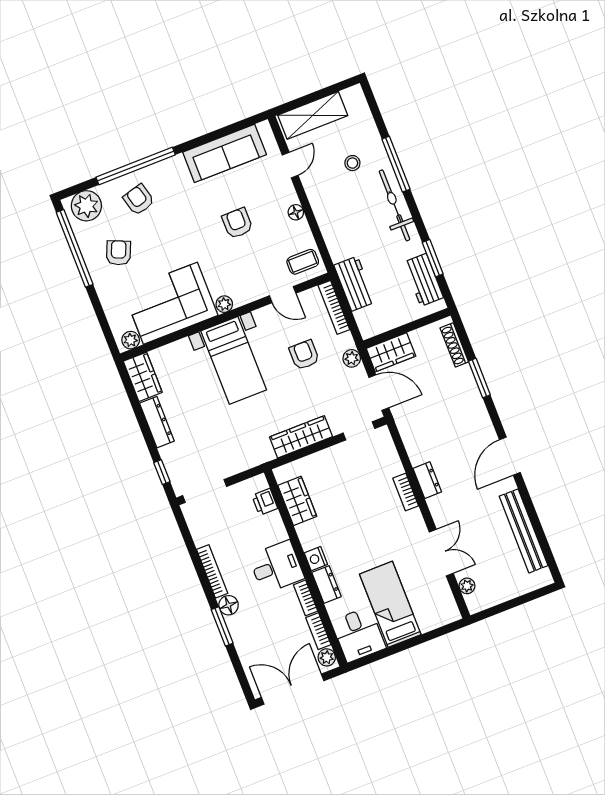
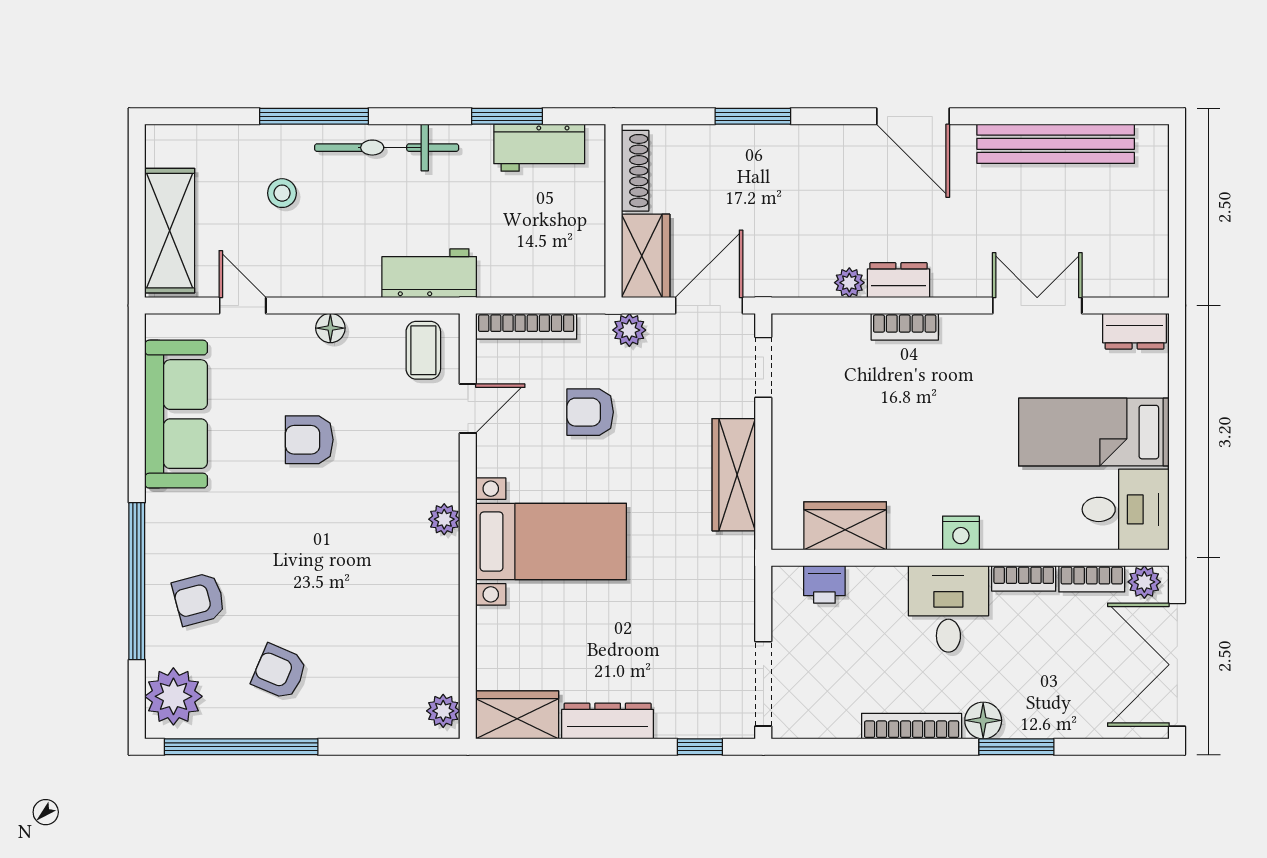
workbench: (354, 284) -> (429, 273), moved
corner sofa: (170, 303) -> (405, 615), removed
shoe rack: (454, 345) -> (635, 171), moved, turned -90
dresser: (326, 584) -> (1135, 331), moved, turned 180
plant: (467, 586) -> (849, 283), moved

